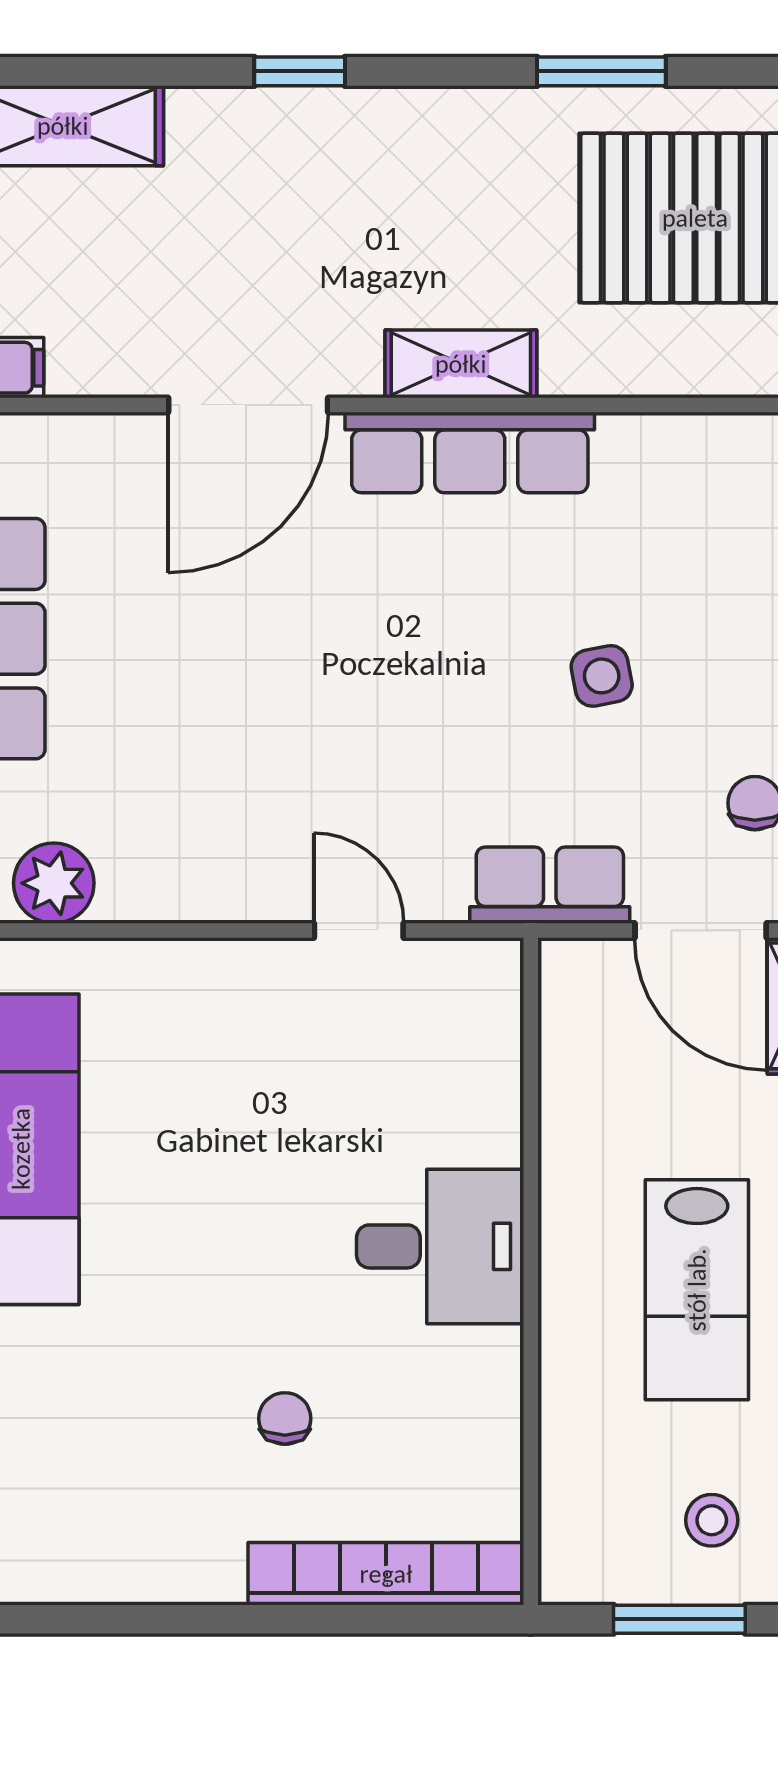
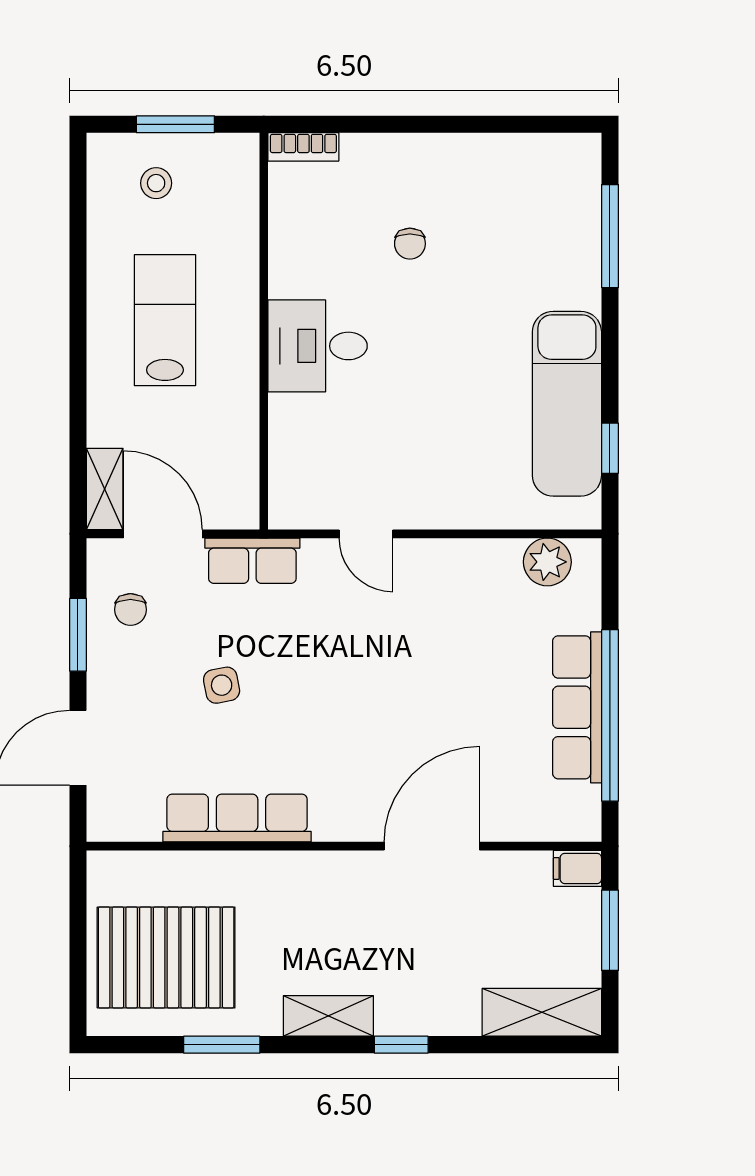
shelving: (461, 364) -> (328, 1016), moved
row of seats: (470, 453) -> (237, 818), moved
bookcase: (386, 1574) -> (303, 147), width x0.43, depth x0.76

